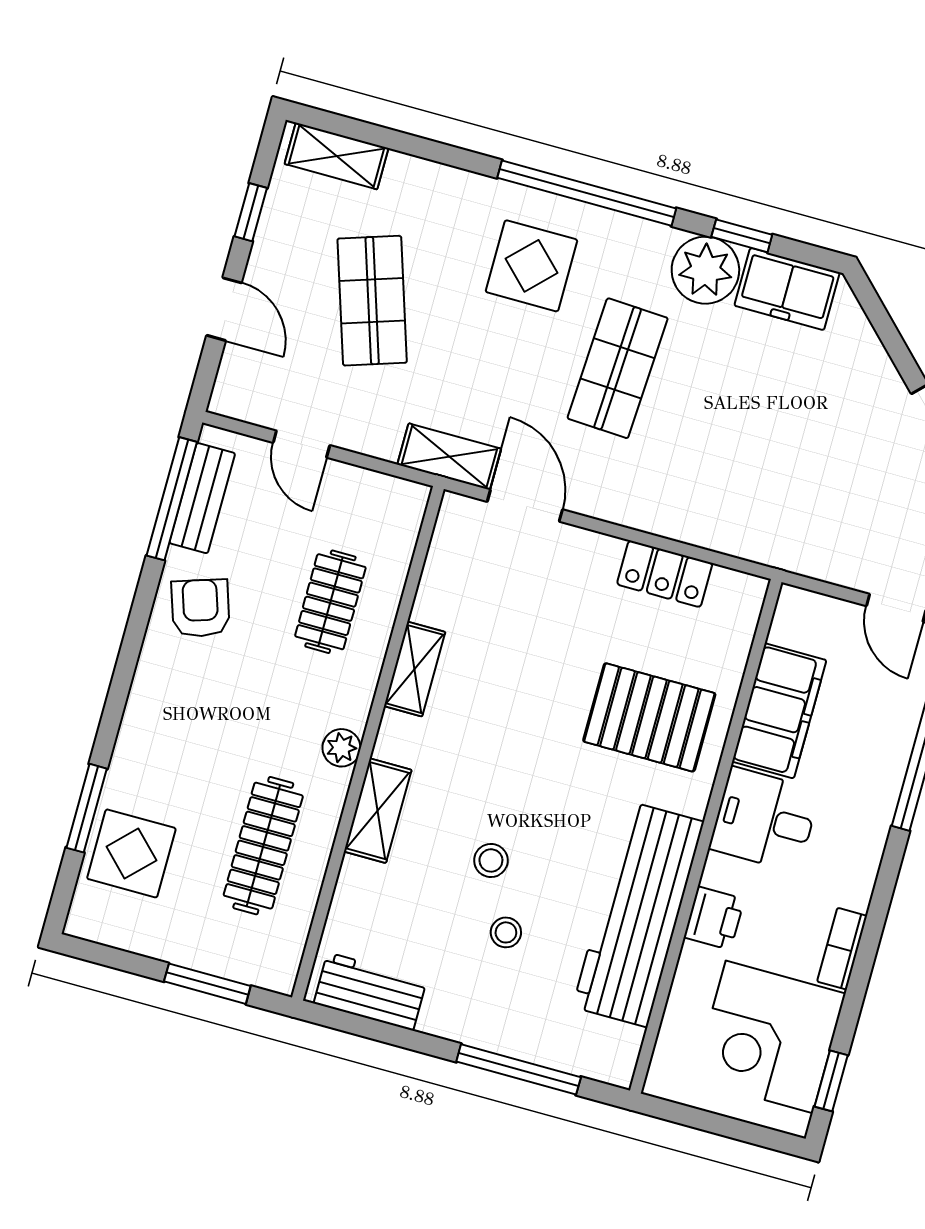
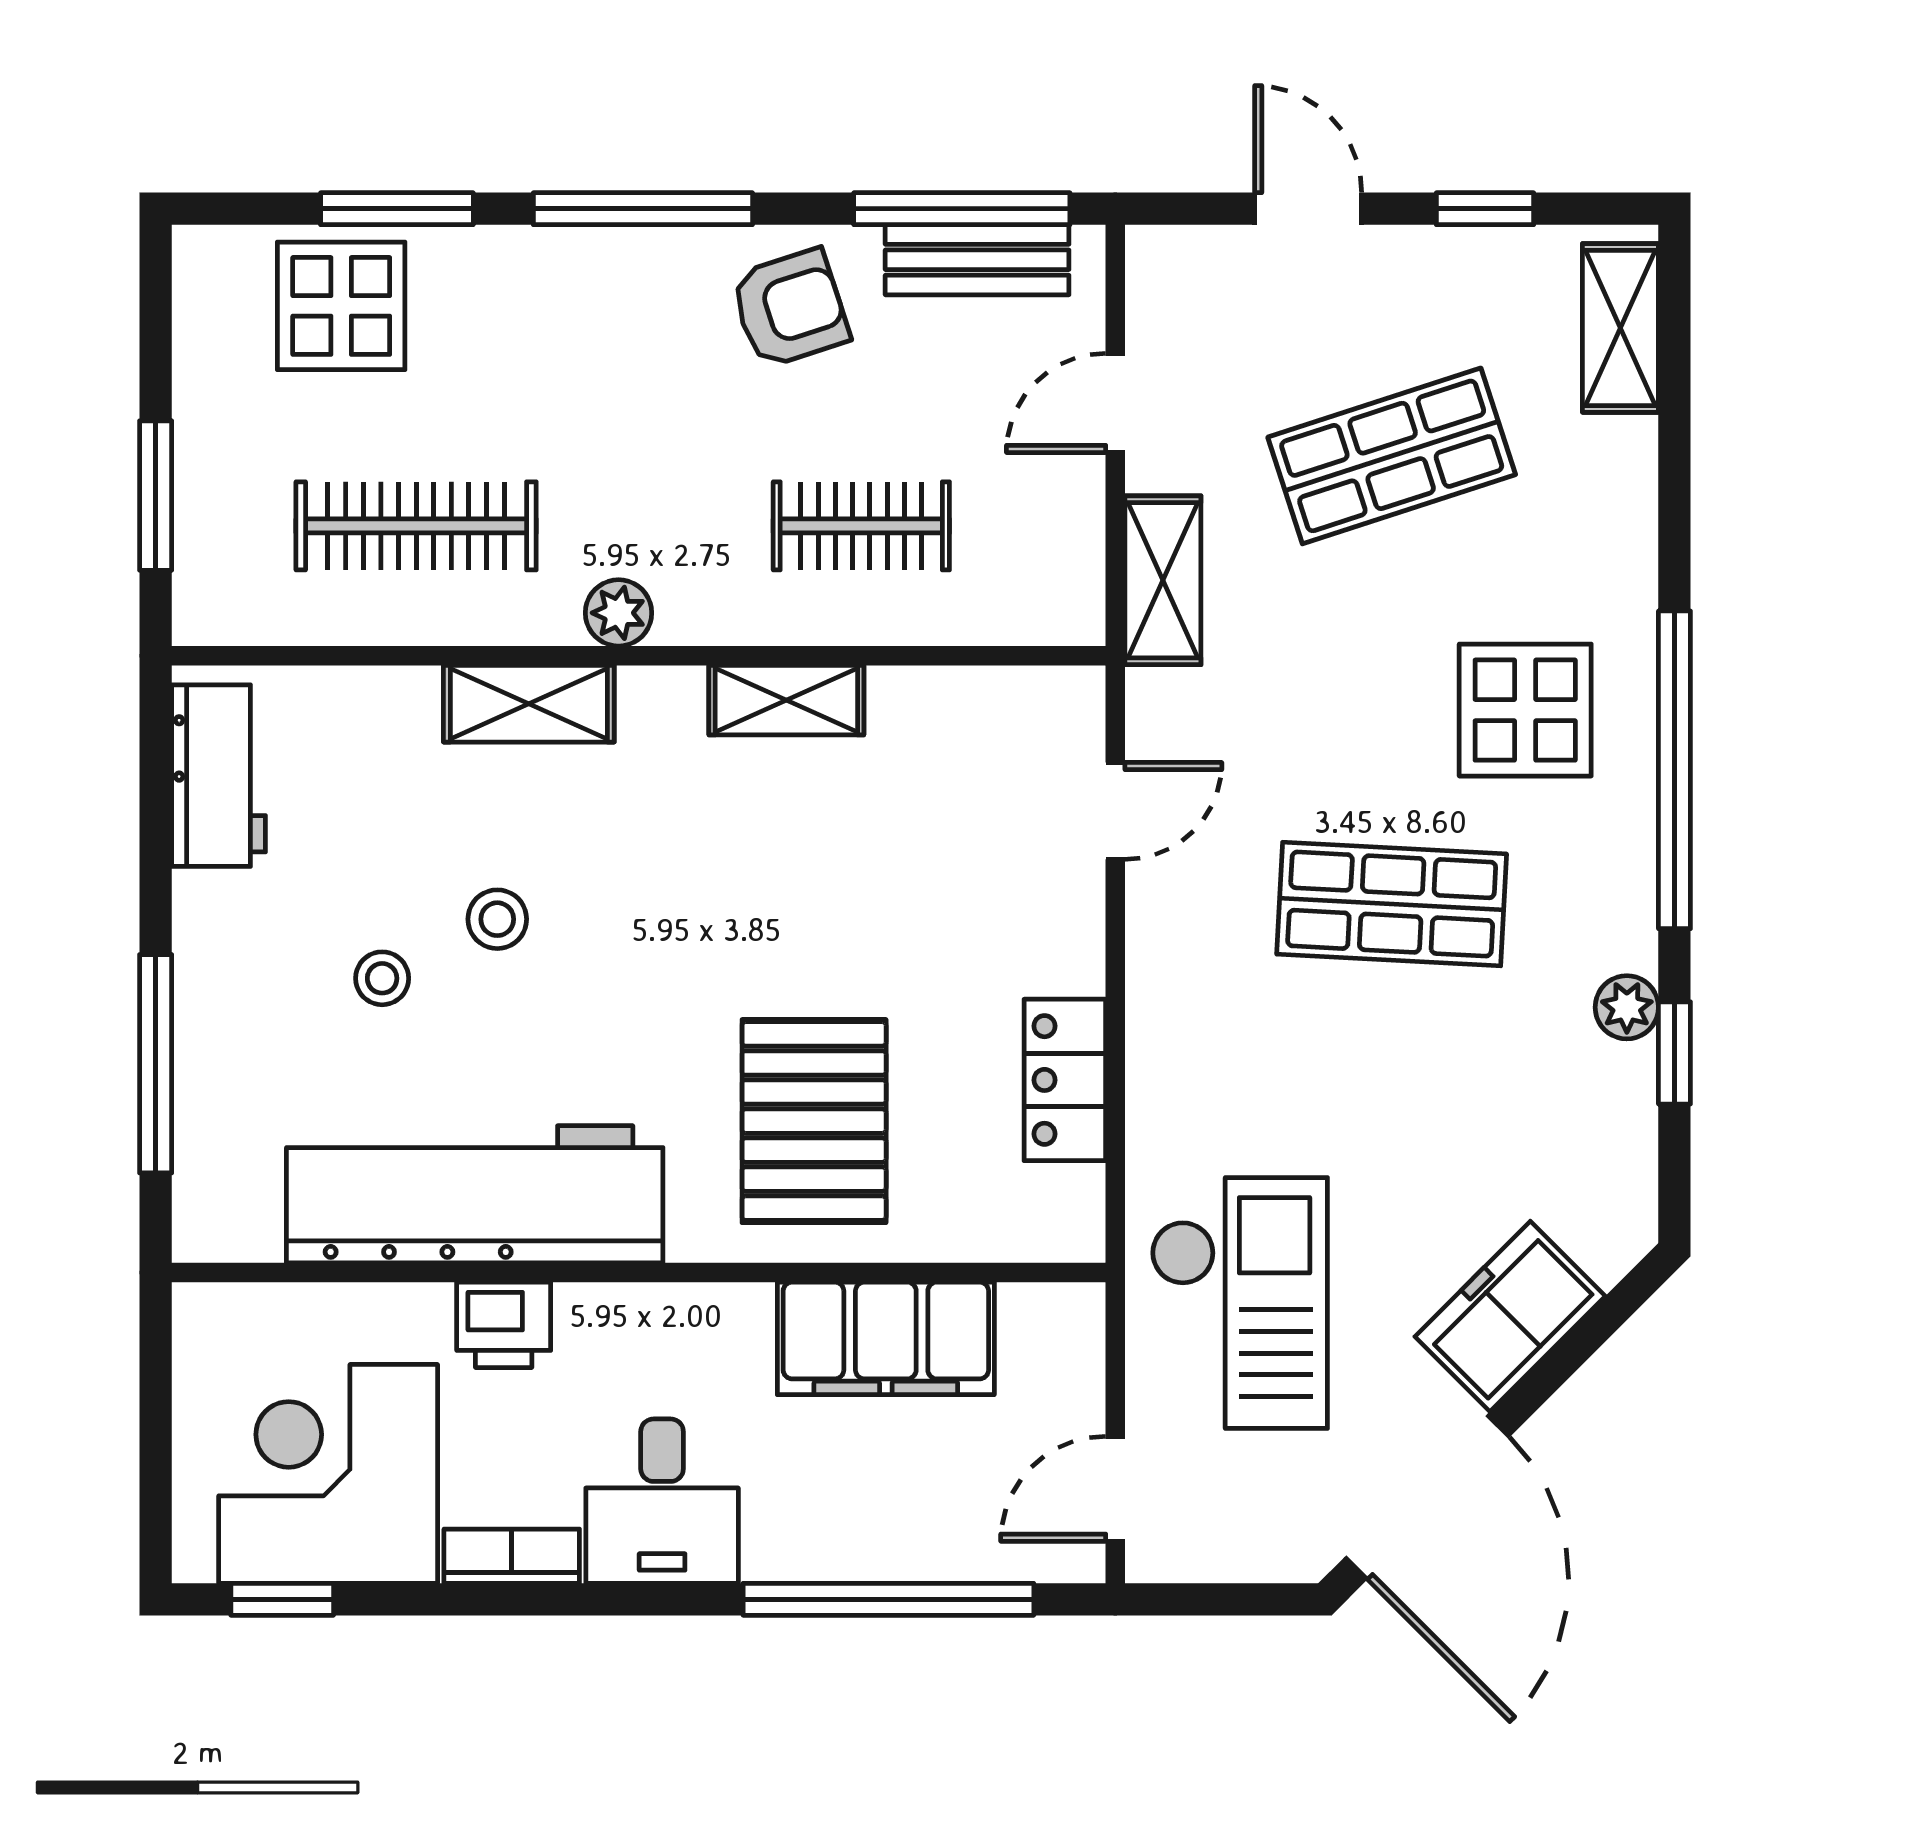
plant: (705, 270) -> (1627, 1007), width x0.53, depth x0.53
freezer: (787, 289) -> (1510, 1316), moved, turned 45
door: (224, 309) -> (1308, 209), swing flipped
shelving: (449, 457) -> (1163, 580), moved
door: (525, 506) -> (1115, 811), width x0.73
checkout: (813, 512) -> (1239, 1303), added
window: (124, 673) -> (643, 209), added
desk: (765, 819) -> (662, 1501), moved, turned 180

